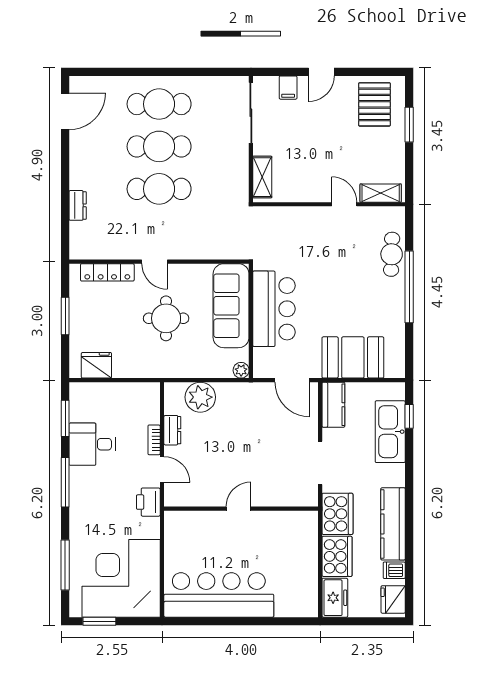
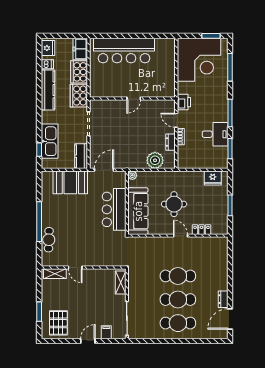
dresser: (78, 205) -> (223, 299), moved
locker: (107, 272) -> (201, 230), width x0.66
door: (292, 380) -> (104, 170), hinge flipped
bar counter: (219, 595) -> (124, 51), moved

